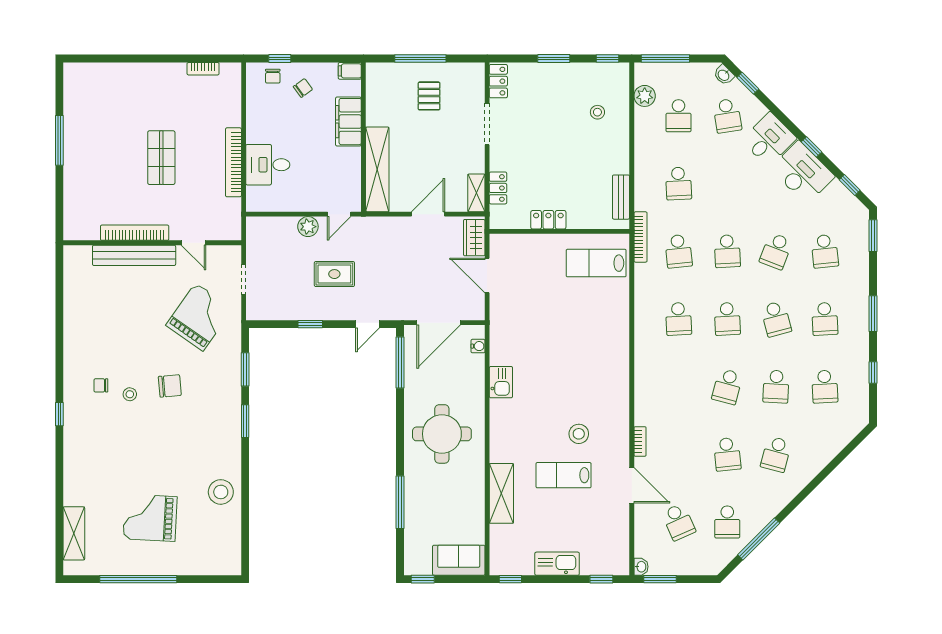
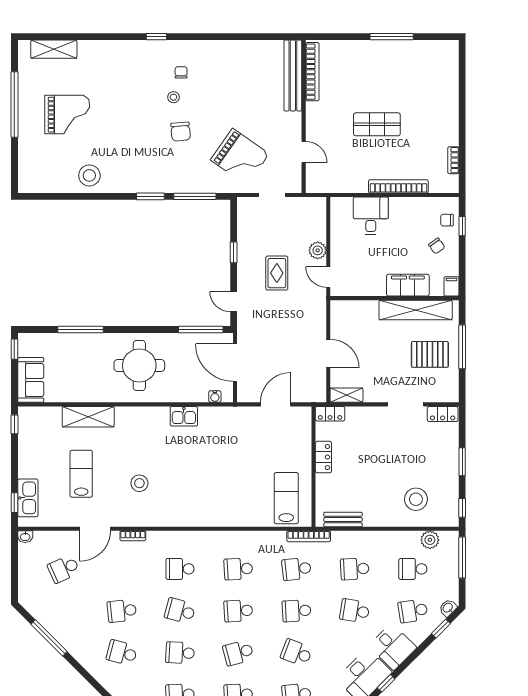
pallet: (429, 96) -> (430, 354), width x1.50, depth x1.42
stool: (597, 112) -> (416, 499), width x1.89, depth x1.89
bookcase: (233, 162) -> (398, 186), moved
shelving: (377, 169) -> (416, 310), moved
school desk: (727, 183) -> (355, 611), added
locker: (498, 188) -> (330, 414), moved
bookcase: (135, 233) -> (312, 72), moved
wardrobe: (474, 238) -> (308, 393), removed
door: (194, 243) -> (304, 152), swing flipped
bench: (134, 255) -> (293, 76), moved
window: (245, 369) -> (195, 196), width x1.44
lab bench: (564, 475) -> (81, 474), moved
grand piano: (150, 518) -> (67, 115), turned 87
school desk: (727, 522) -> (180, 569), moved
kitchen sink: (557, 564) -> (28, 498), moved
window: (660, 579) -> (14, 553), removed

